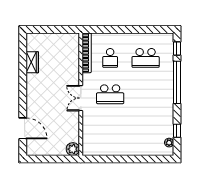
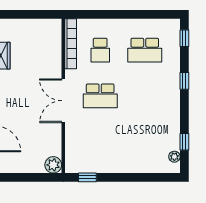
window: (177, 82) -> (184, 81), width x0.32
double door: (81, 98) -> (63, 101), width x1.37
window: (100, 159) -> (87, 177), added

